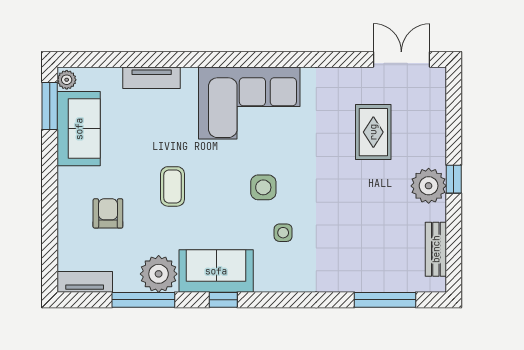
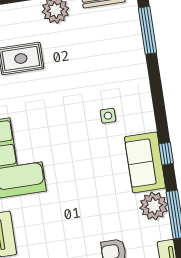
coffee table: (173, 186) -> (86, 205), removed
side table: (263, 187) -> (76, 136), removed

